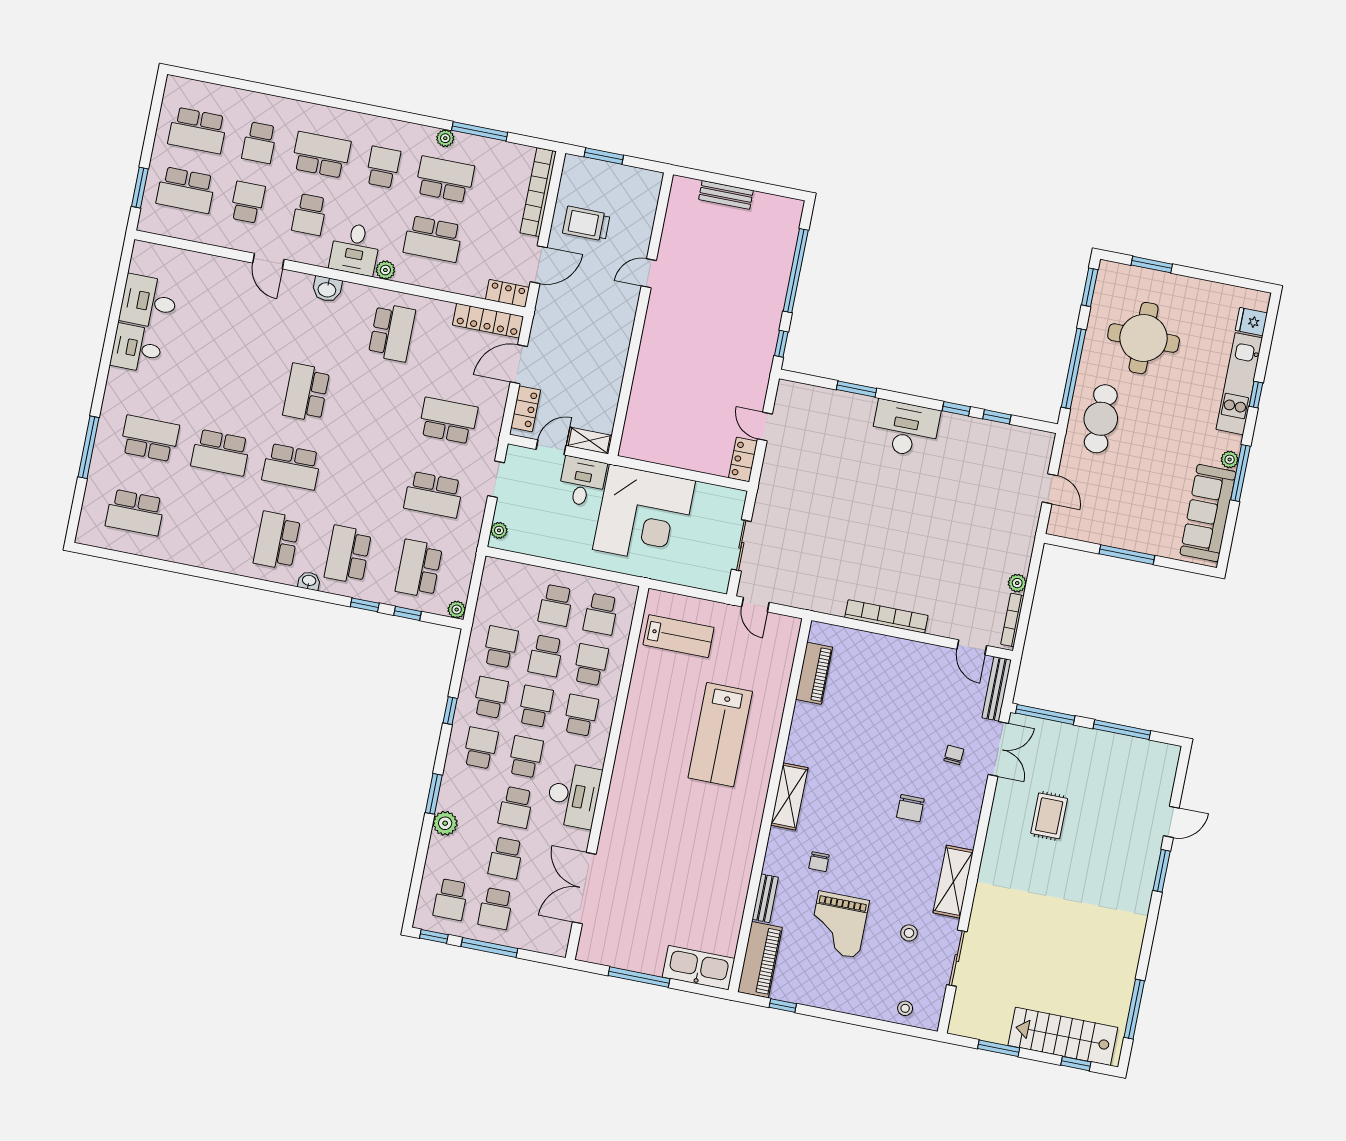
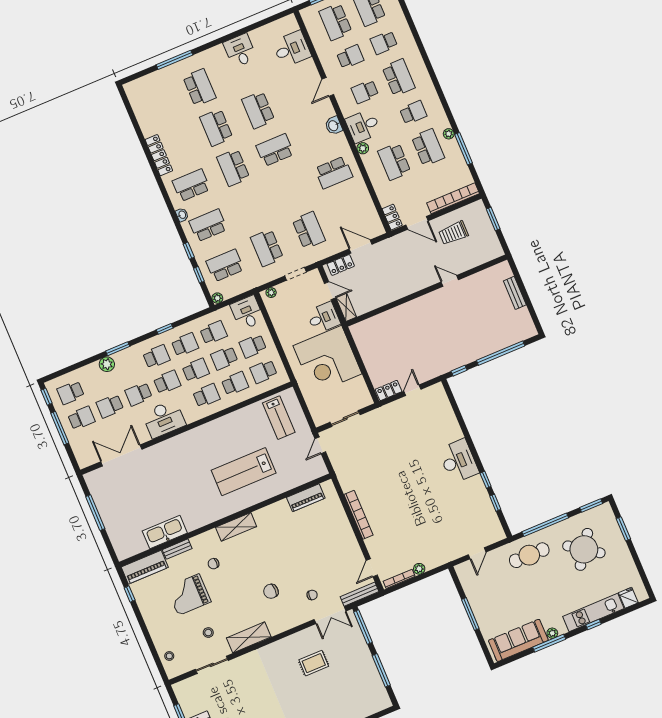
trolley: (586, 224) -> (453, 233), turned -90
desk: (149, 302) -> (292, 49), moved, turned 90
locker: (488, 321) -> (159, 155), moved, turned 180
round table: (1144, 338) -> (584, 549), turned 35
window: (857, 389) -> (462, 423), removed
school desk: (135, 513) -> (258, 110), moved
desk: (505, 582) -> (247, 313), added
school desk: (496, 908) -> (81, 418), turned 180
kitchen sink: (699, 968) -> (165, 532), moved, turned -90

